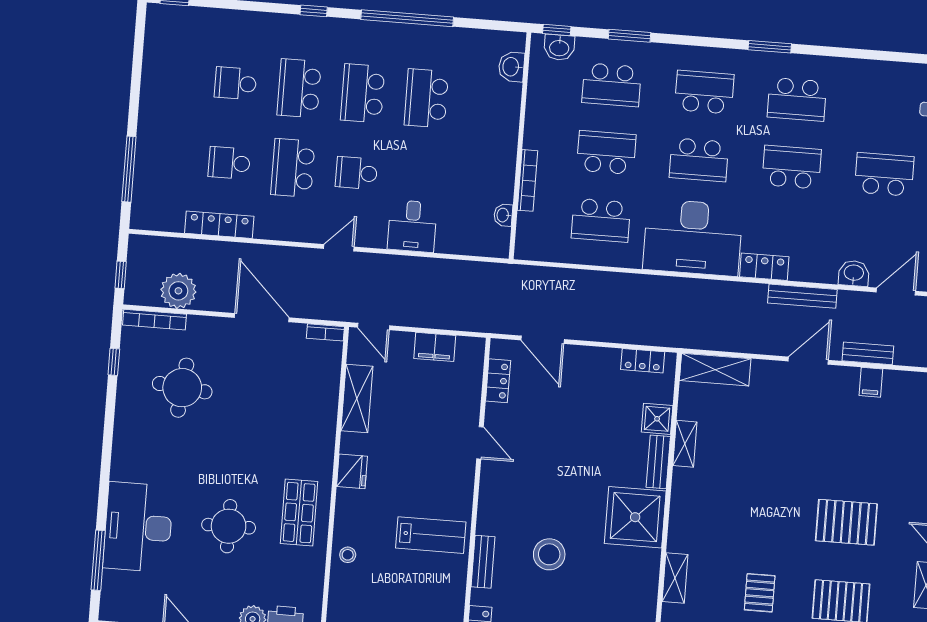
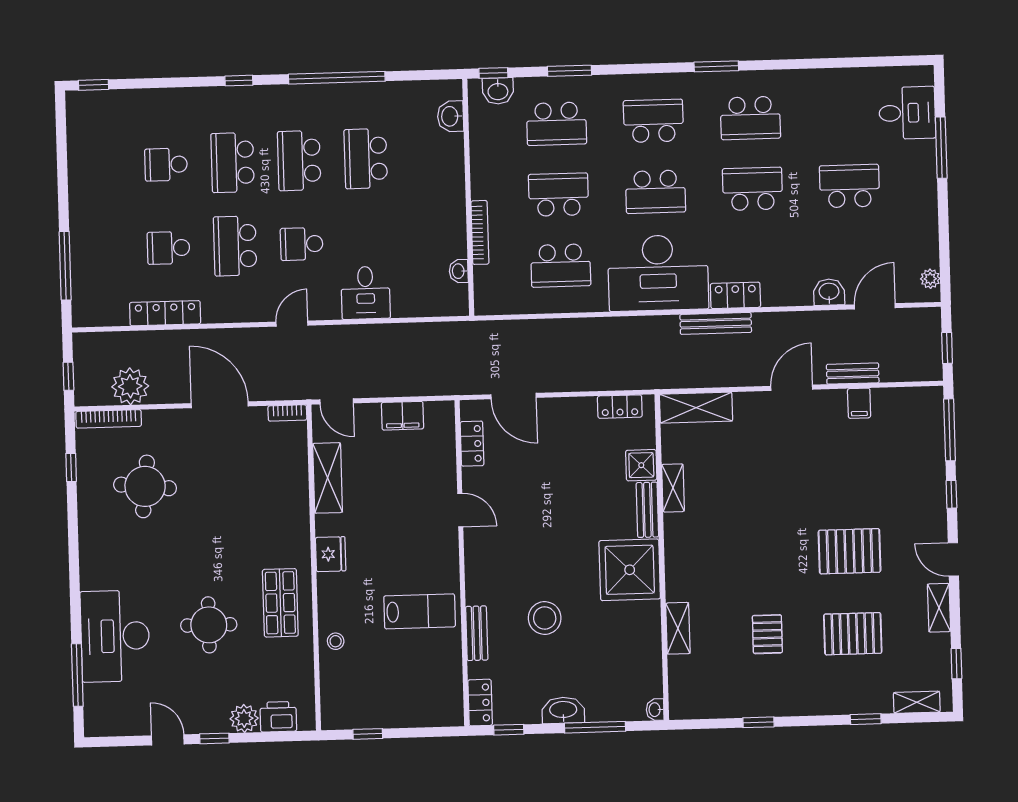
bench: (802, 296) -> (716, 323), moved

